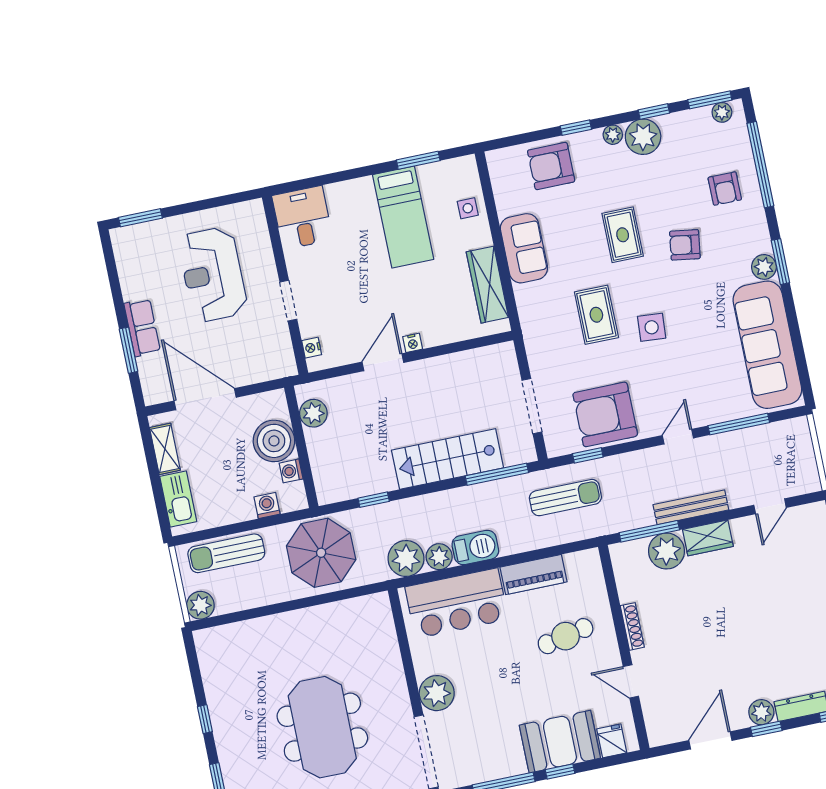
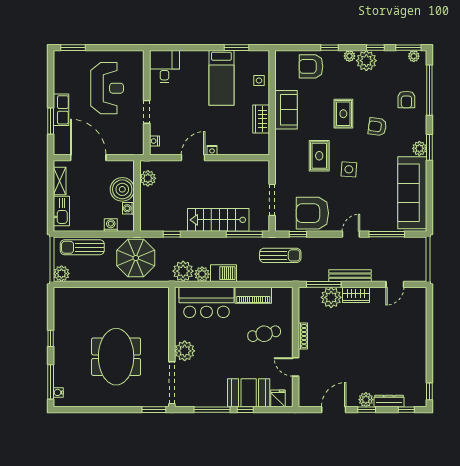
reception desk: (213, 275) -> (107, 88), turned 180
wardrobe: (487, 285) -> (261, 119), width x0.67

